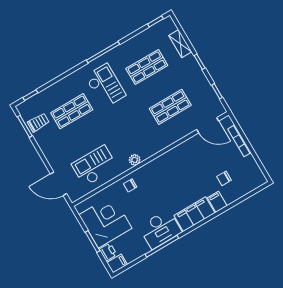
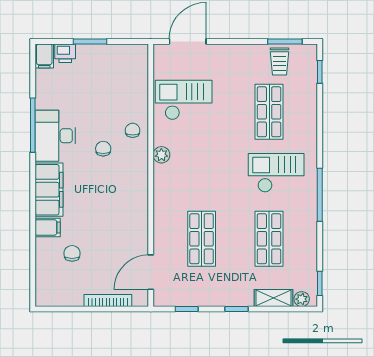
plant: (171, 27) -> (302, 299), added
checkout: (105, 86) -> (276, 173), turned 180
checkout: (95, 166) -> (184, 100), turned -90
chair: (151, 196) -> (103, 149), added
corner desk: (105, 221) -> (106, 72), removed

